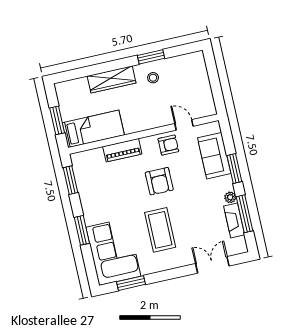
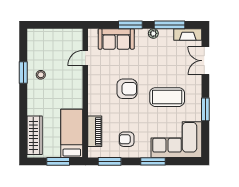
wardrobe: (112, 79) -> (35, 135), moved
armchair: (168, 145) -> (127, 139), moved, turned -90
piano: (122, 150) -> (95, 131), moved
fireplace: (234, 220) -> (188, 35), moved
window: (131, 283) -> (205, 109), moved

